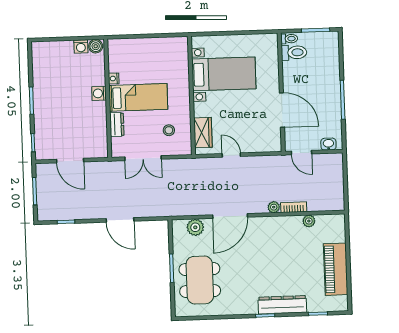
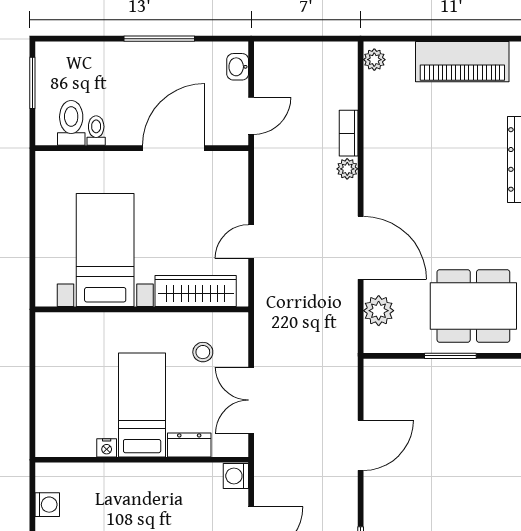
toilet: (289, 39) -> (96, 131), moved
boiler: (96, 46) -> (48, 478), removed
washing machine: (99, 93) -> (236, 476), moved, turned 90
wardrobe: (203, 133) -> (196, 291), width x1.50
double door: (143, 158) -> (251, 400), swing flipped
plant: (309, 221) -> (374, 60), moved

